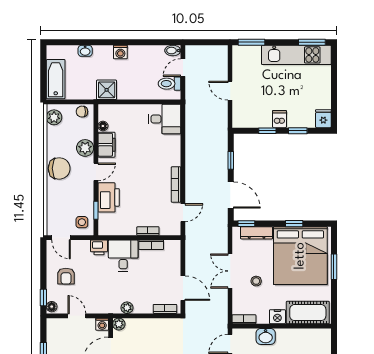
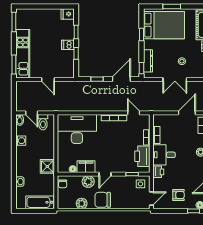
washing machine: (120, 52) -> (21, 141), moved
kitchen unit: (296, 55) -> (23, 54), moved
door: (230, 91) -> (48, 80), hinge flipped
plant: (54, 117) -> (82, 203), moved
desk: (165, 119) -> (77, 129), width x1.87, depth x1.30
chair: (59, 168) -> (103, 200), turned -90
door: (96, 172) -> (105, 174), swing flipped
printer: (109, 197) -> (142, 156), moved, turned -90
bed: (300, 256) -> (164, 25), width x0.73

